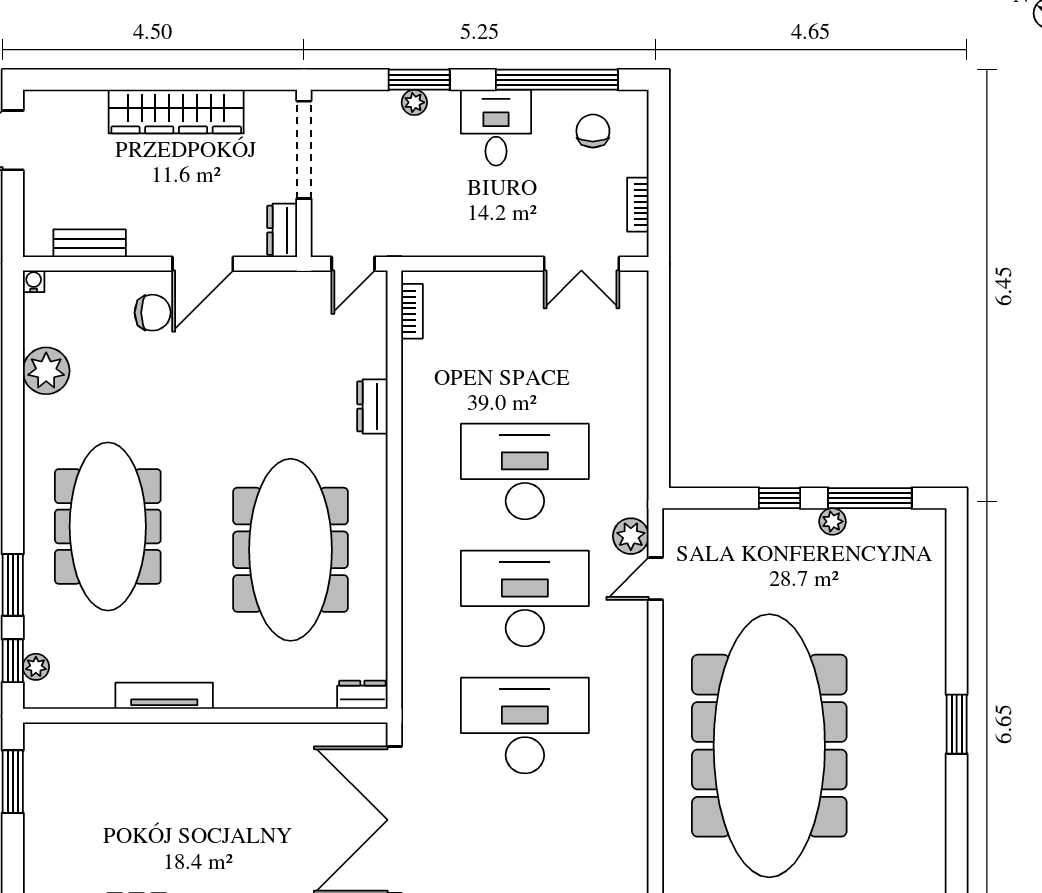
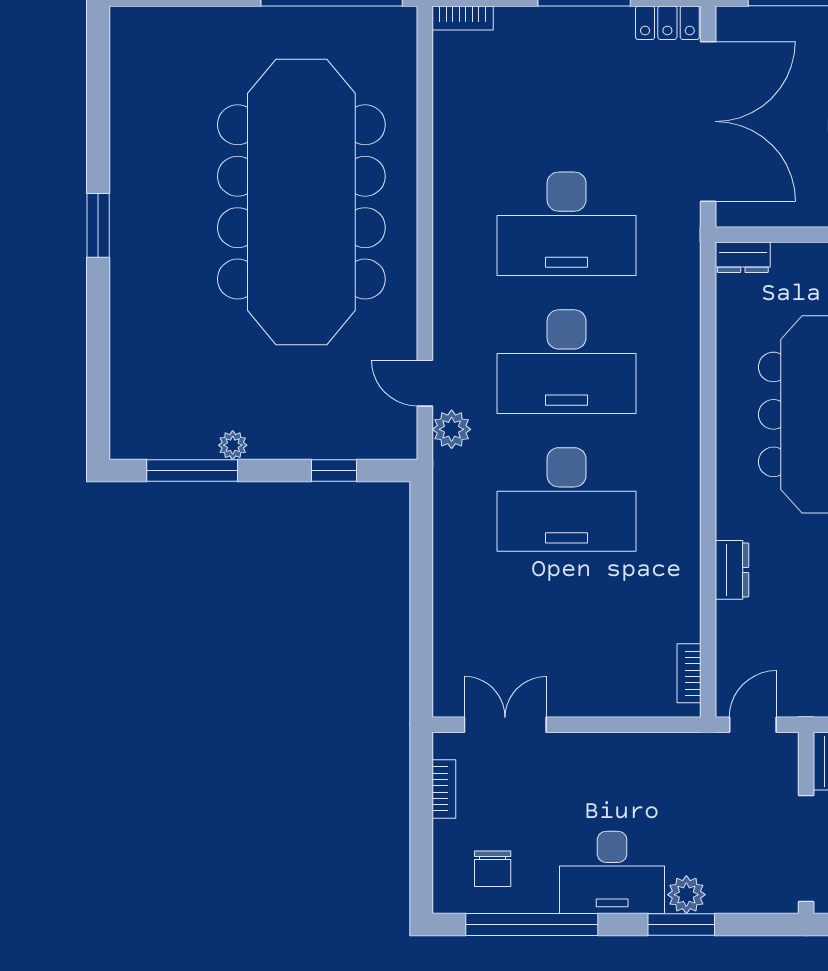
plant: (414, 102) -> (686, 895), width x1.38, depth x1.38
desk: (496, 128) -> (612, 872), width x1.37
window: (780, 498) -> (334, 471), moved
door: (655, 579) -> (425, 383), swing flipped

